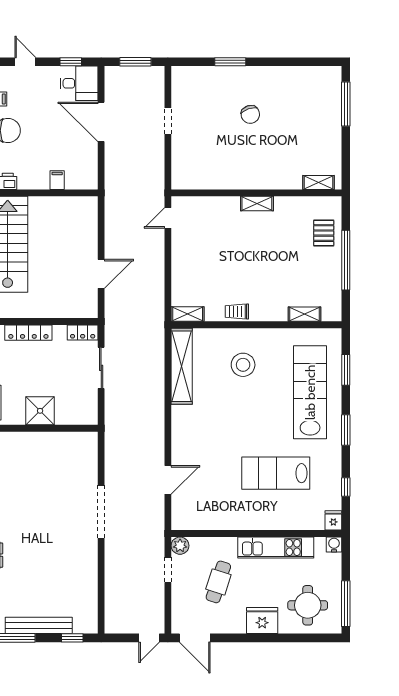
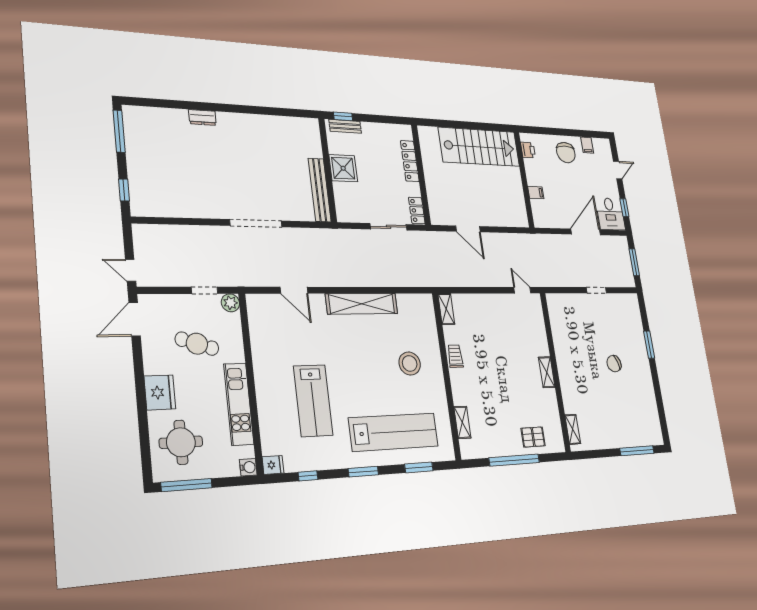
shelving: (182, 366) -> (362, 304), moved
lab bench: (276, 473) -> (313, 401), turned 180
bench: (39, 625) -> (320, 190), moved

